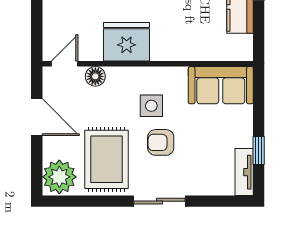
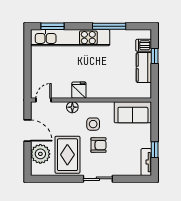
fridge: (127, 42) -> (79, 90), width x0.53, depth x0.75
floor lamp: (95, 76) -> (72, 107), moved
armchair: (161, 142) -> (98, 145), turned 180
plant: (59, 177) -> (40, 154), moved

